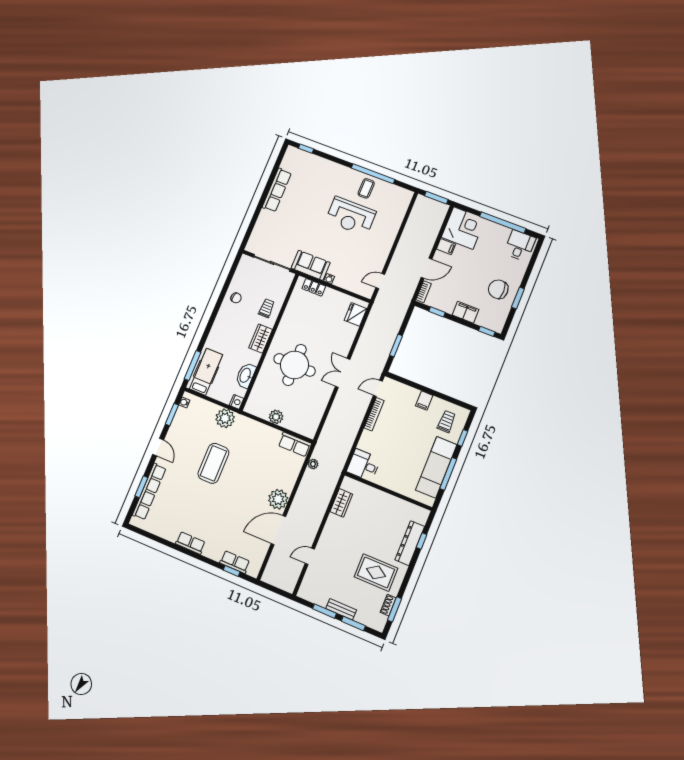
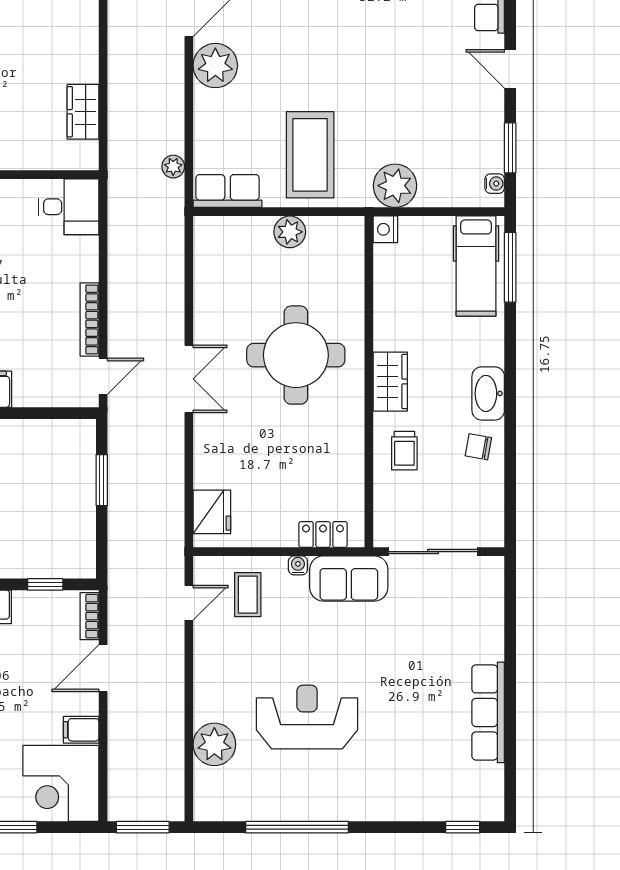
coffee table: (366, 188) -> (248, 595), moved
plant: (393, 220) -> (214, 744), added
washbasin: (246, 375) -> (488, 393), moved, turned 180
coffee table: (213, 463) -> (310, 155), moved

